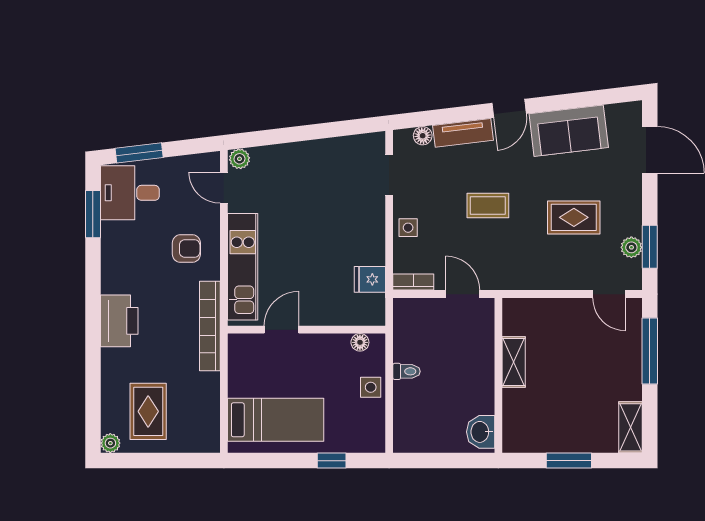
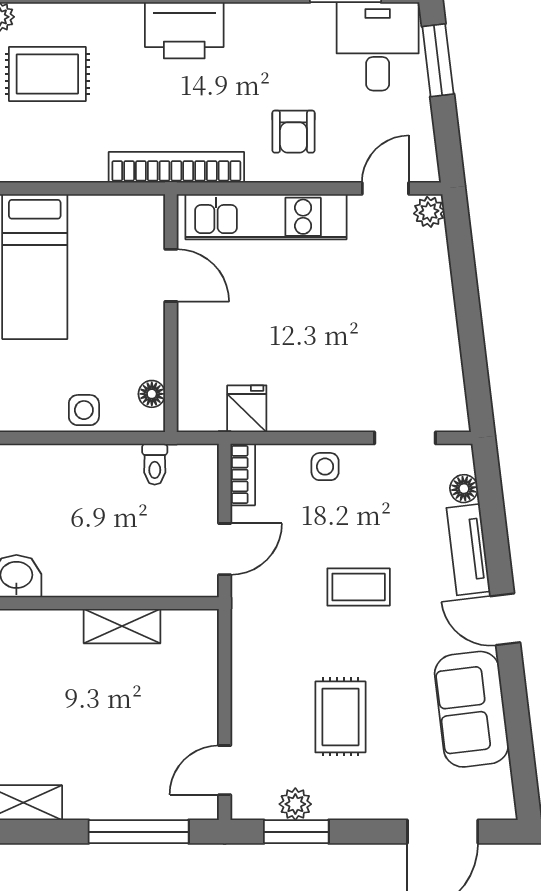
coffee table: (488, 205) -> (359, 587), turned 90
toilet: (407, 371) -> (155, 464), moved

